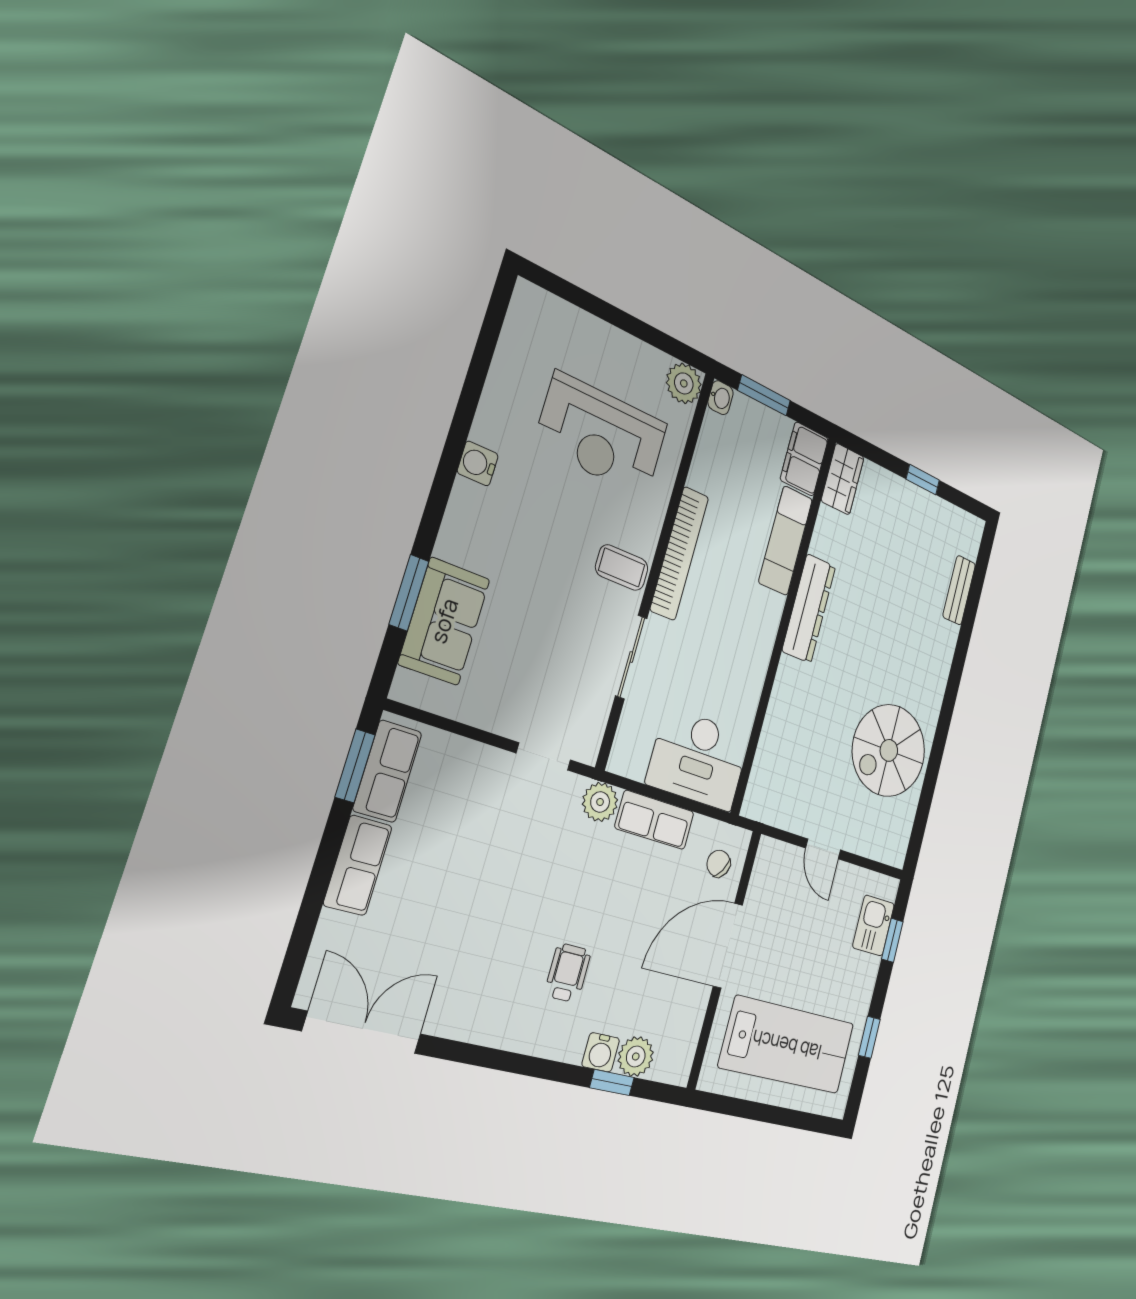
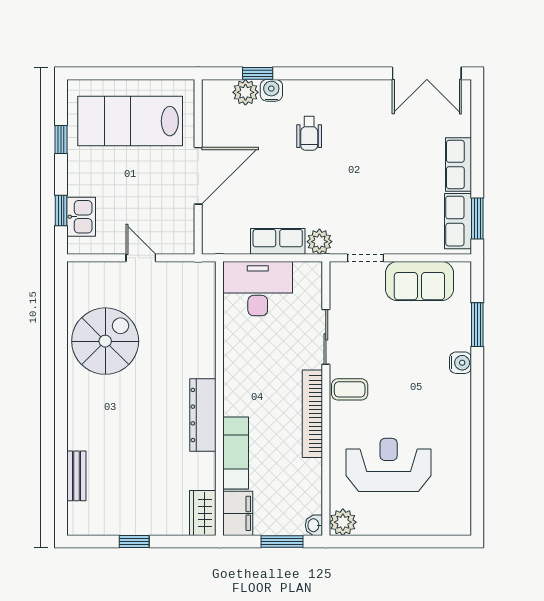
water cooler: (478, 463) -> (460, 363), moved
sofa: (444, 621) -> (419, 281), moved, turned -90
chair: (719, 864) -> (222, 226), removed

